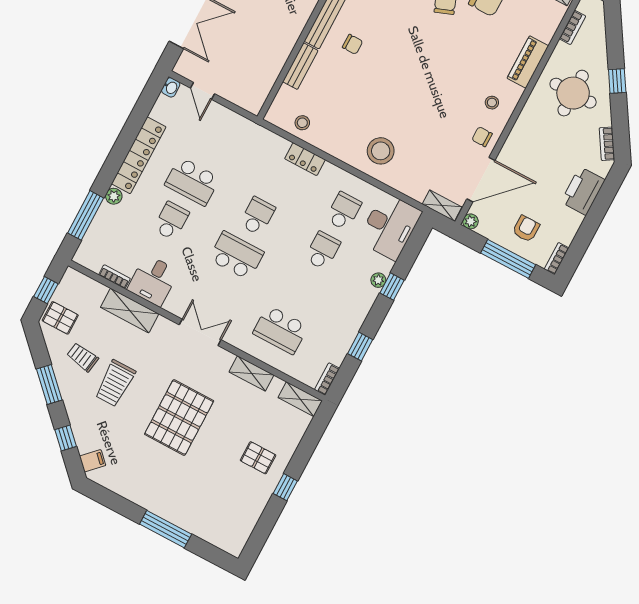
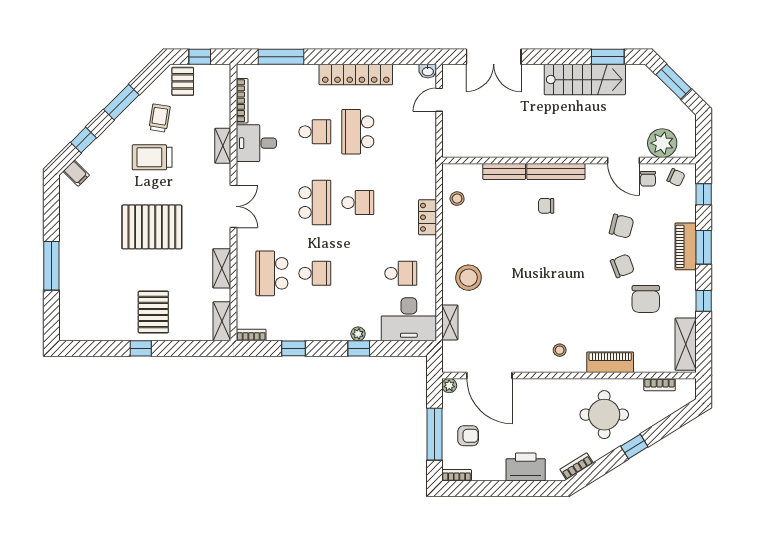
chair: (353, 44) -> (546, 206), turned 90
chair: (482, 137) -> (526, 357), removed
plant: (114, 196) -> (310, 72), removed
shelving: (442, 206) -> (450, 322), moved
school desk: (323, 251) -> (315, 273), moved
bookcase: (114, 277) -> (242, 101), width x1.56
shelving: (130, 311) -> (223, 146), width x0.67, depth x0.75
pallet: (258, 458) -> (153, 312), width x1.50, depth x1.42

